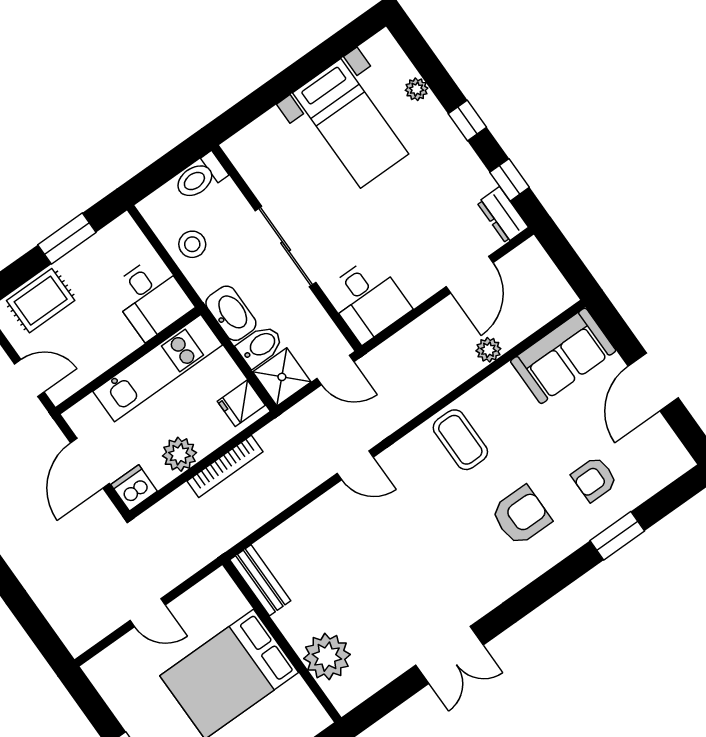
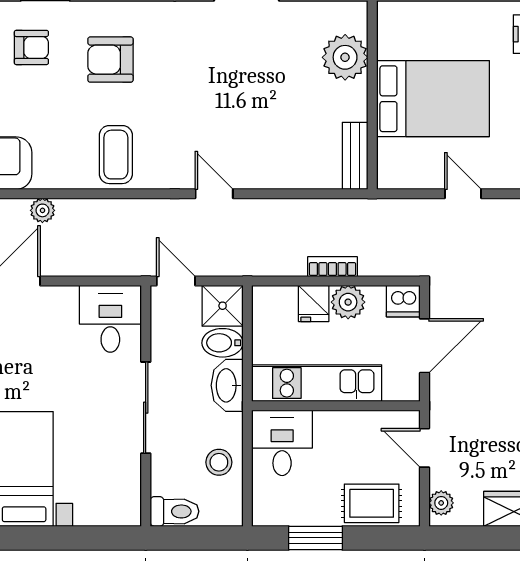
fridge: (241, 403) -> (314, 303), moved, turned 90
bookcase: (225, 466) -> (332, 267), width x0.64

